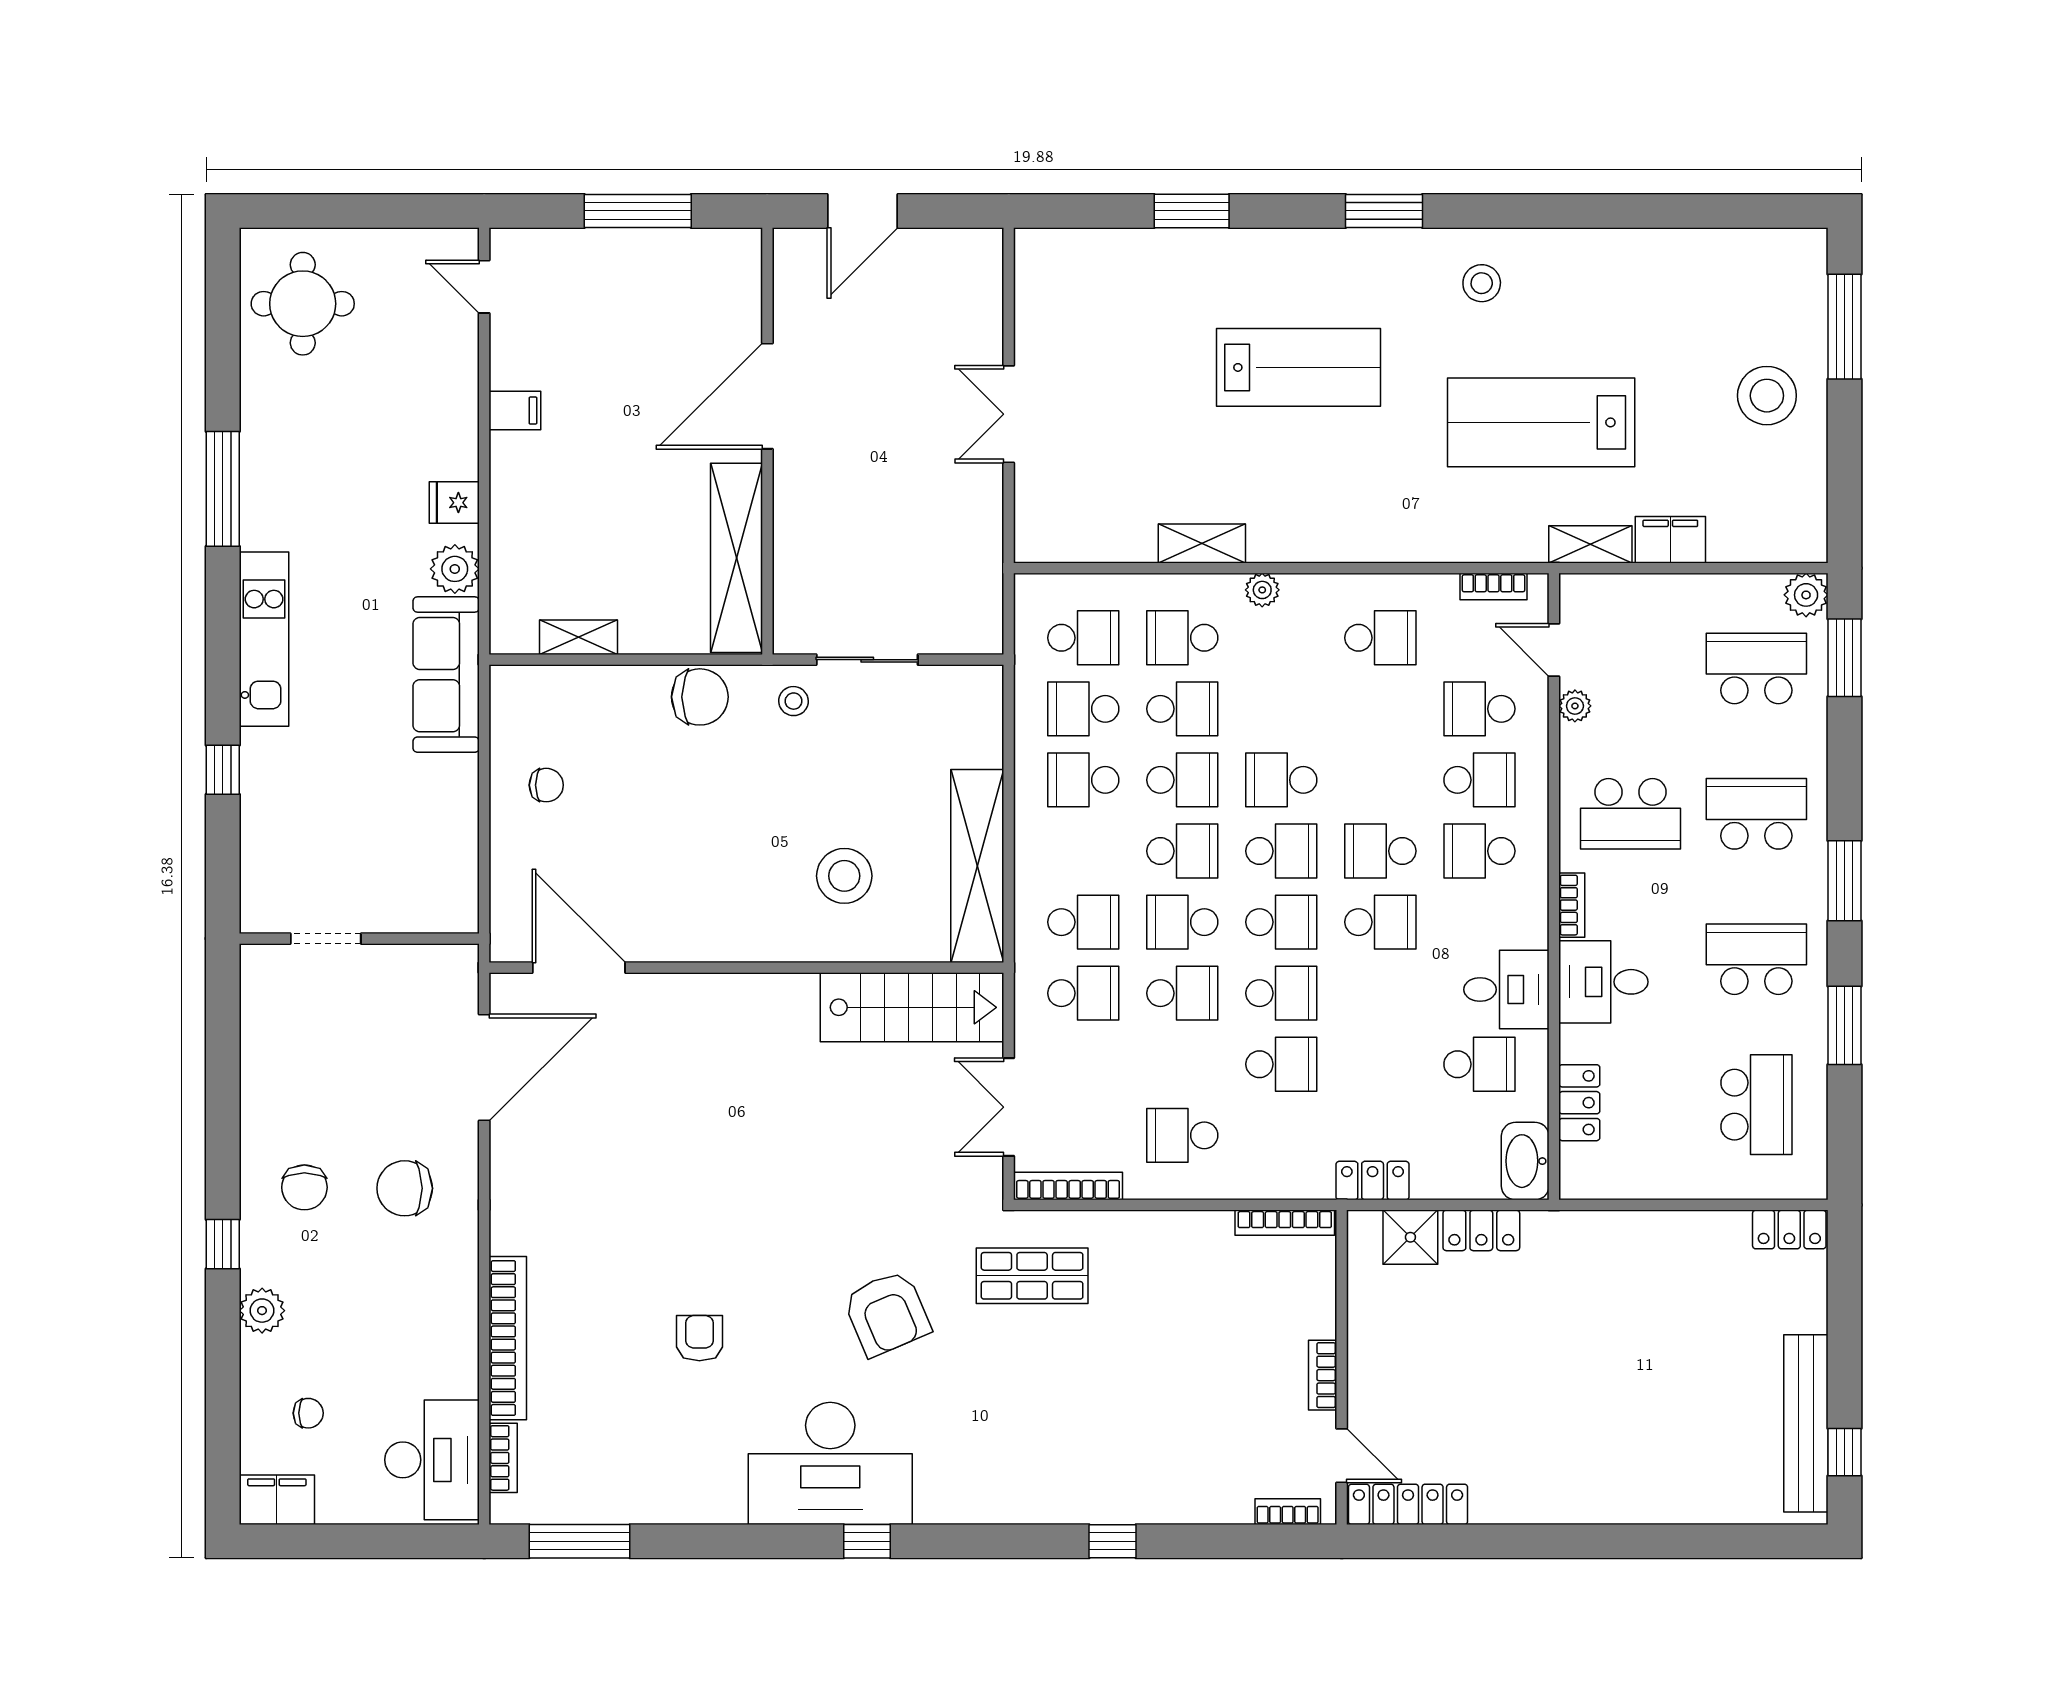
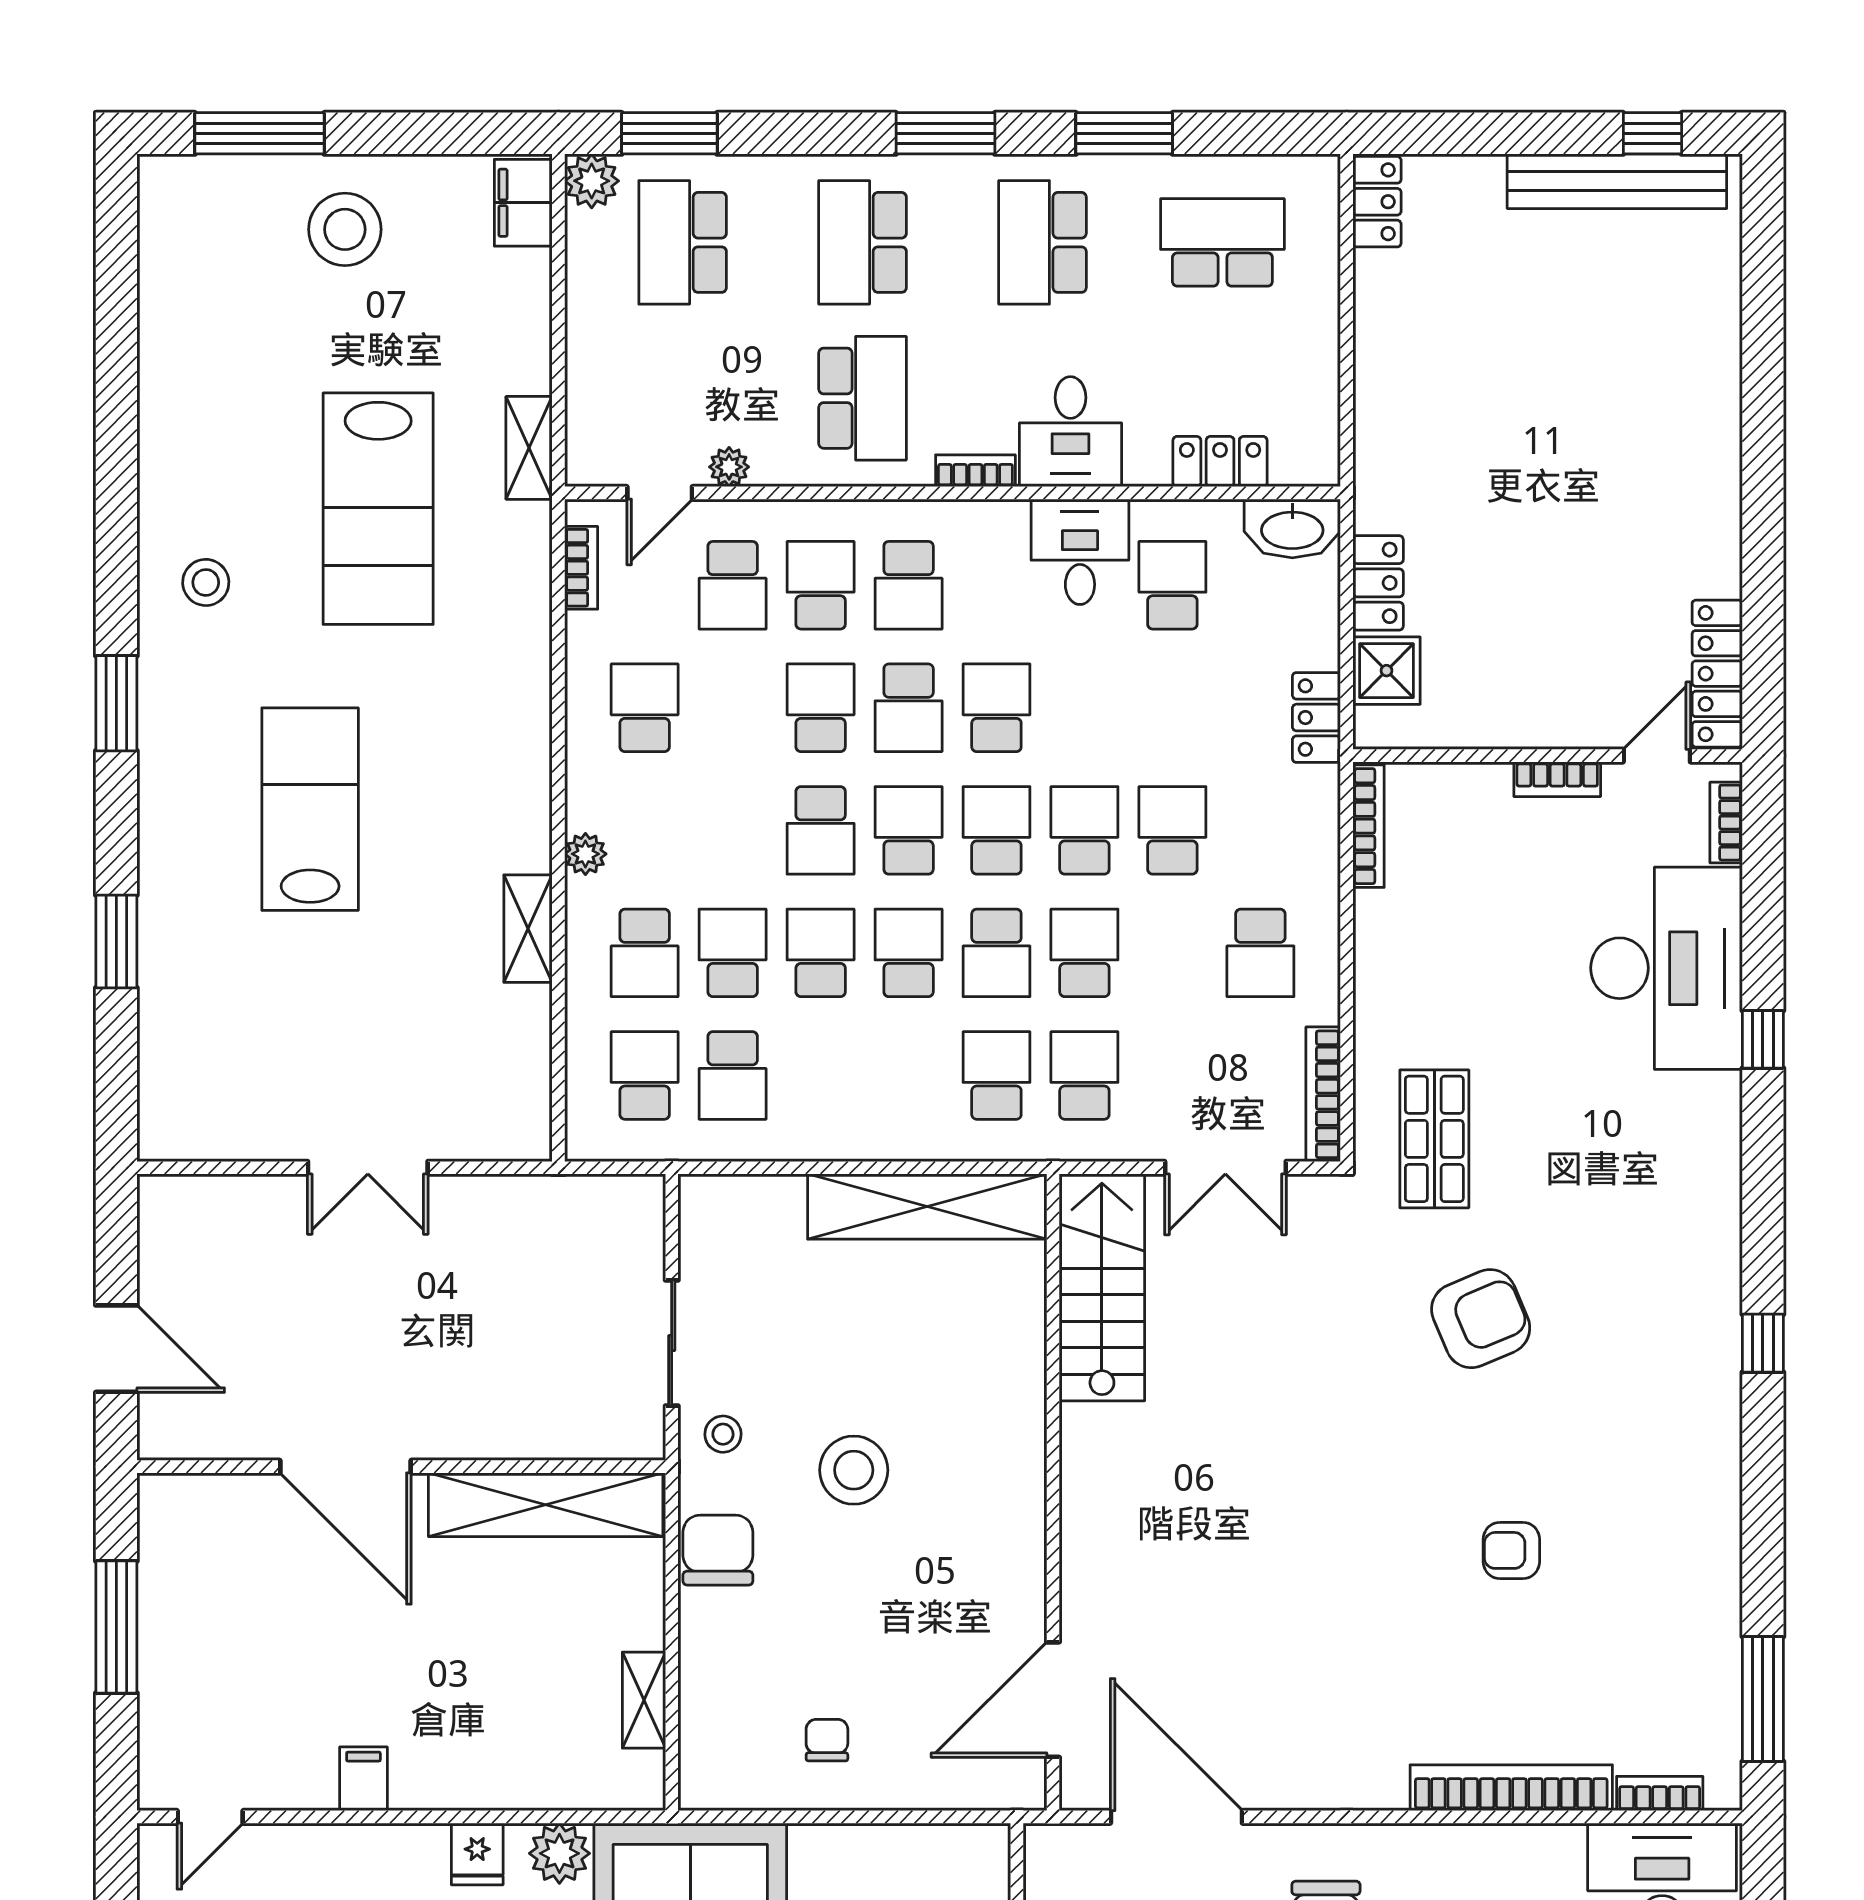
filing cabinet: (1670, 540) -> (523, 203), moved
school desk: (1083, 780) -> (821, 708), moved, turned 180
stool: (844, 876) -> (854, 1470), moved
desk: (830, 1463) -> (1667, 968), moved

